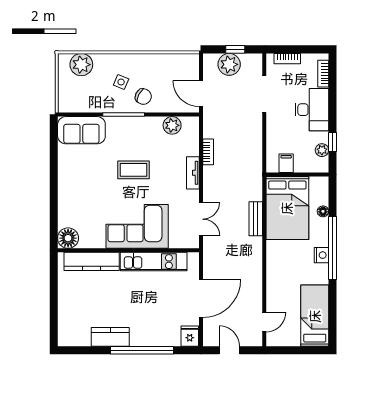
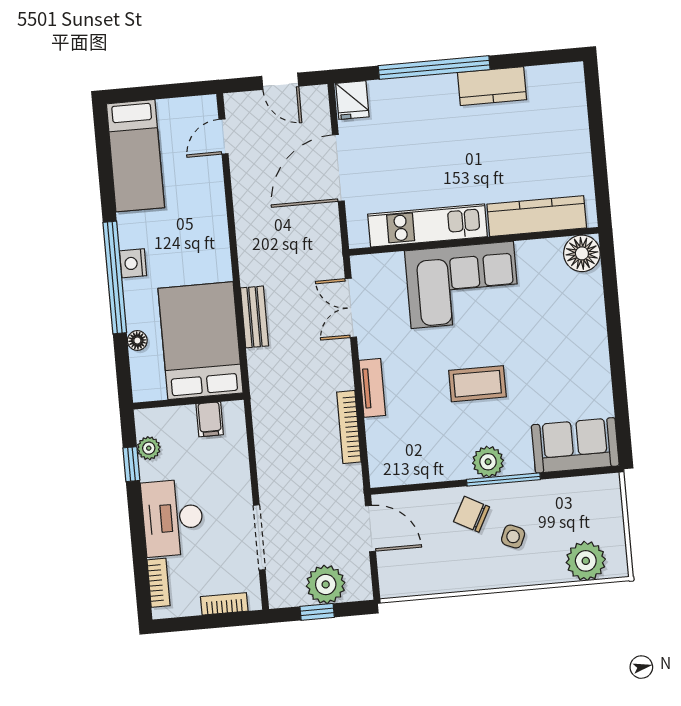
plant: (172, 125) -> (488, 462), moved
bookcase: (208, 152) -> (349, 427), width x1.56

